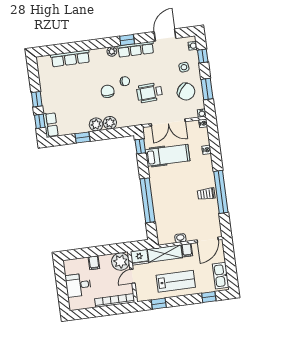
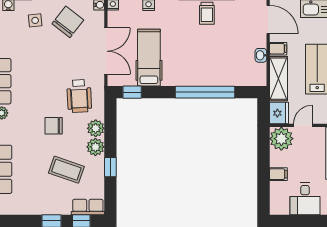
chair: (125, 81) -> (43, 101), removed
wheelchair: (150, 93) -> (79, 96), moved
coffee table: (76, 105) -> (66, 170), added
door: (133, 276) -> (303, 125), swing flipped

